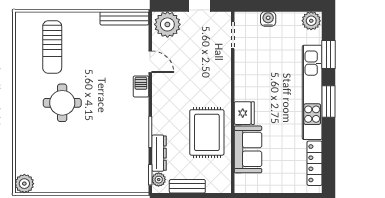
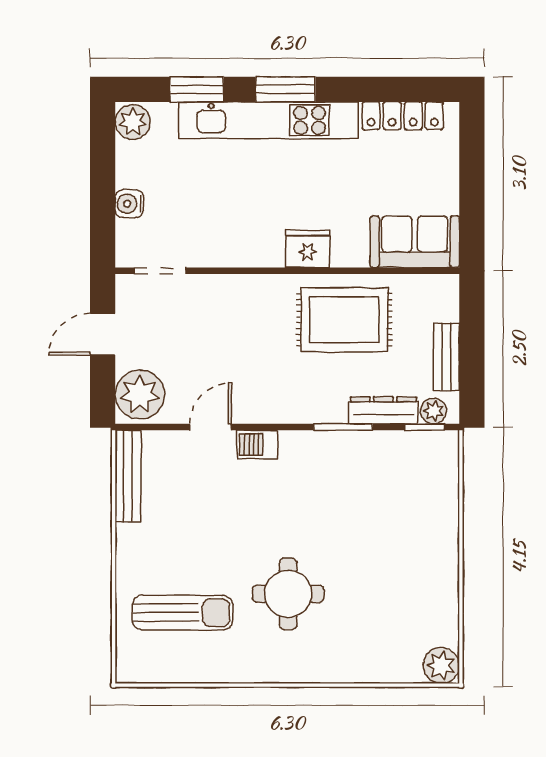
sofa: (248, 149) -> (415, 242), moved

